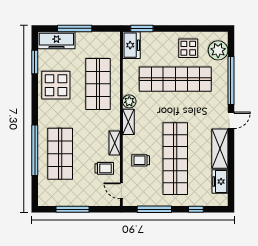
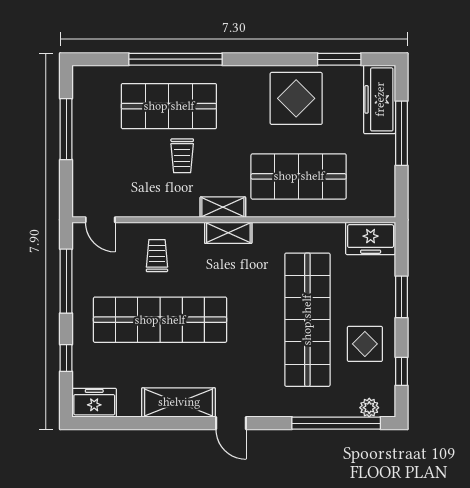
window: (142, 28) -> (401, 297), moved
window: (203, 28) -> (401, 371), added
plant: (218, 50) -> (369, 408), width x0.53, depth x0.53
window: (231, 81) -> (336, 423), moved
plant: (129, 101) -> (266, 234), removed
shelving: (115, 143) -> (223, 207), moved
trolley: (104, 168) -> (182, 156), moved
freezer: (220, 182) -> (94, 403), moved
door: (121, 191) -> (100, 220), swing flipped

